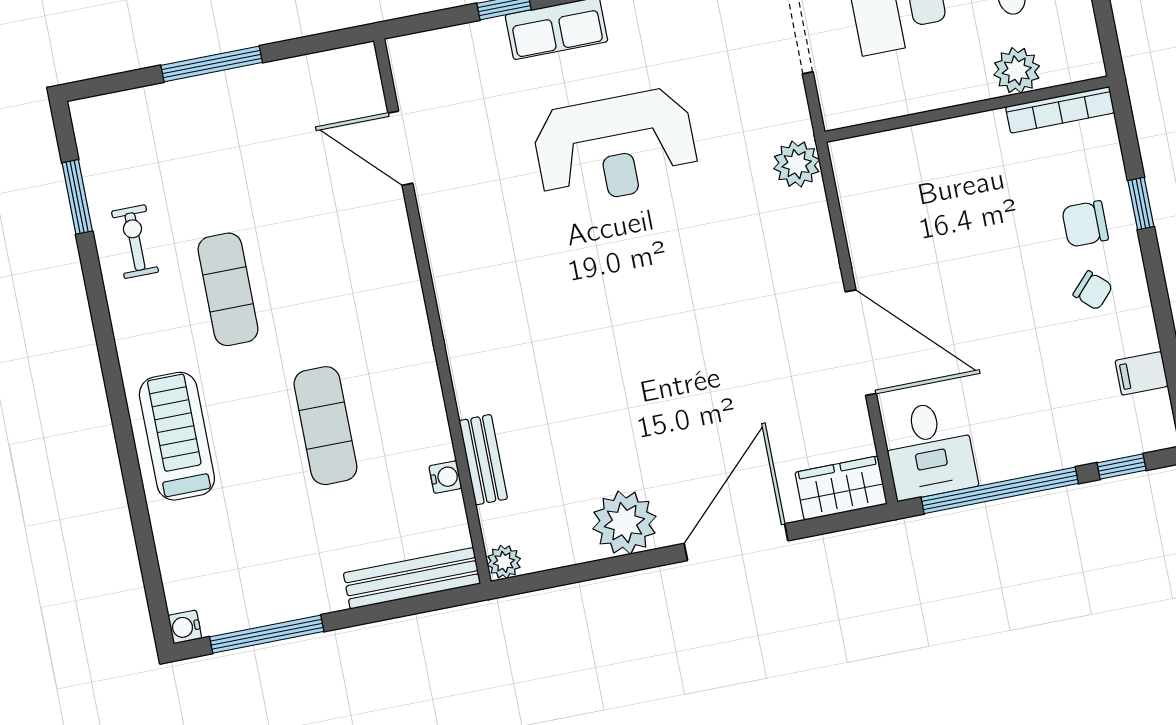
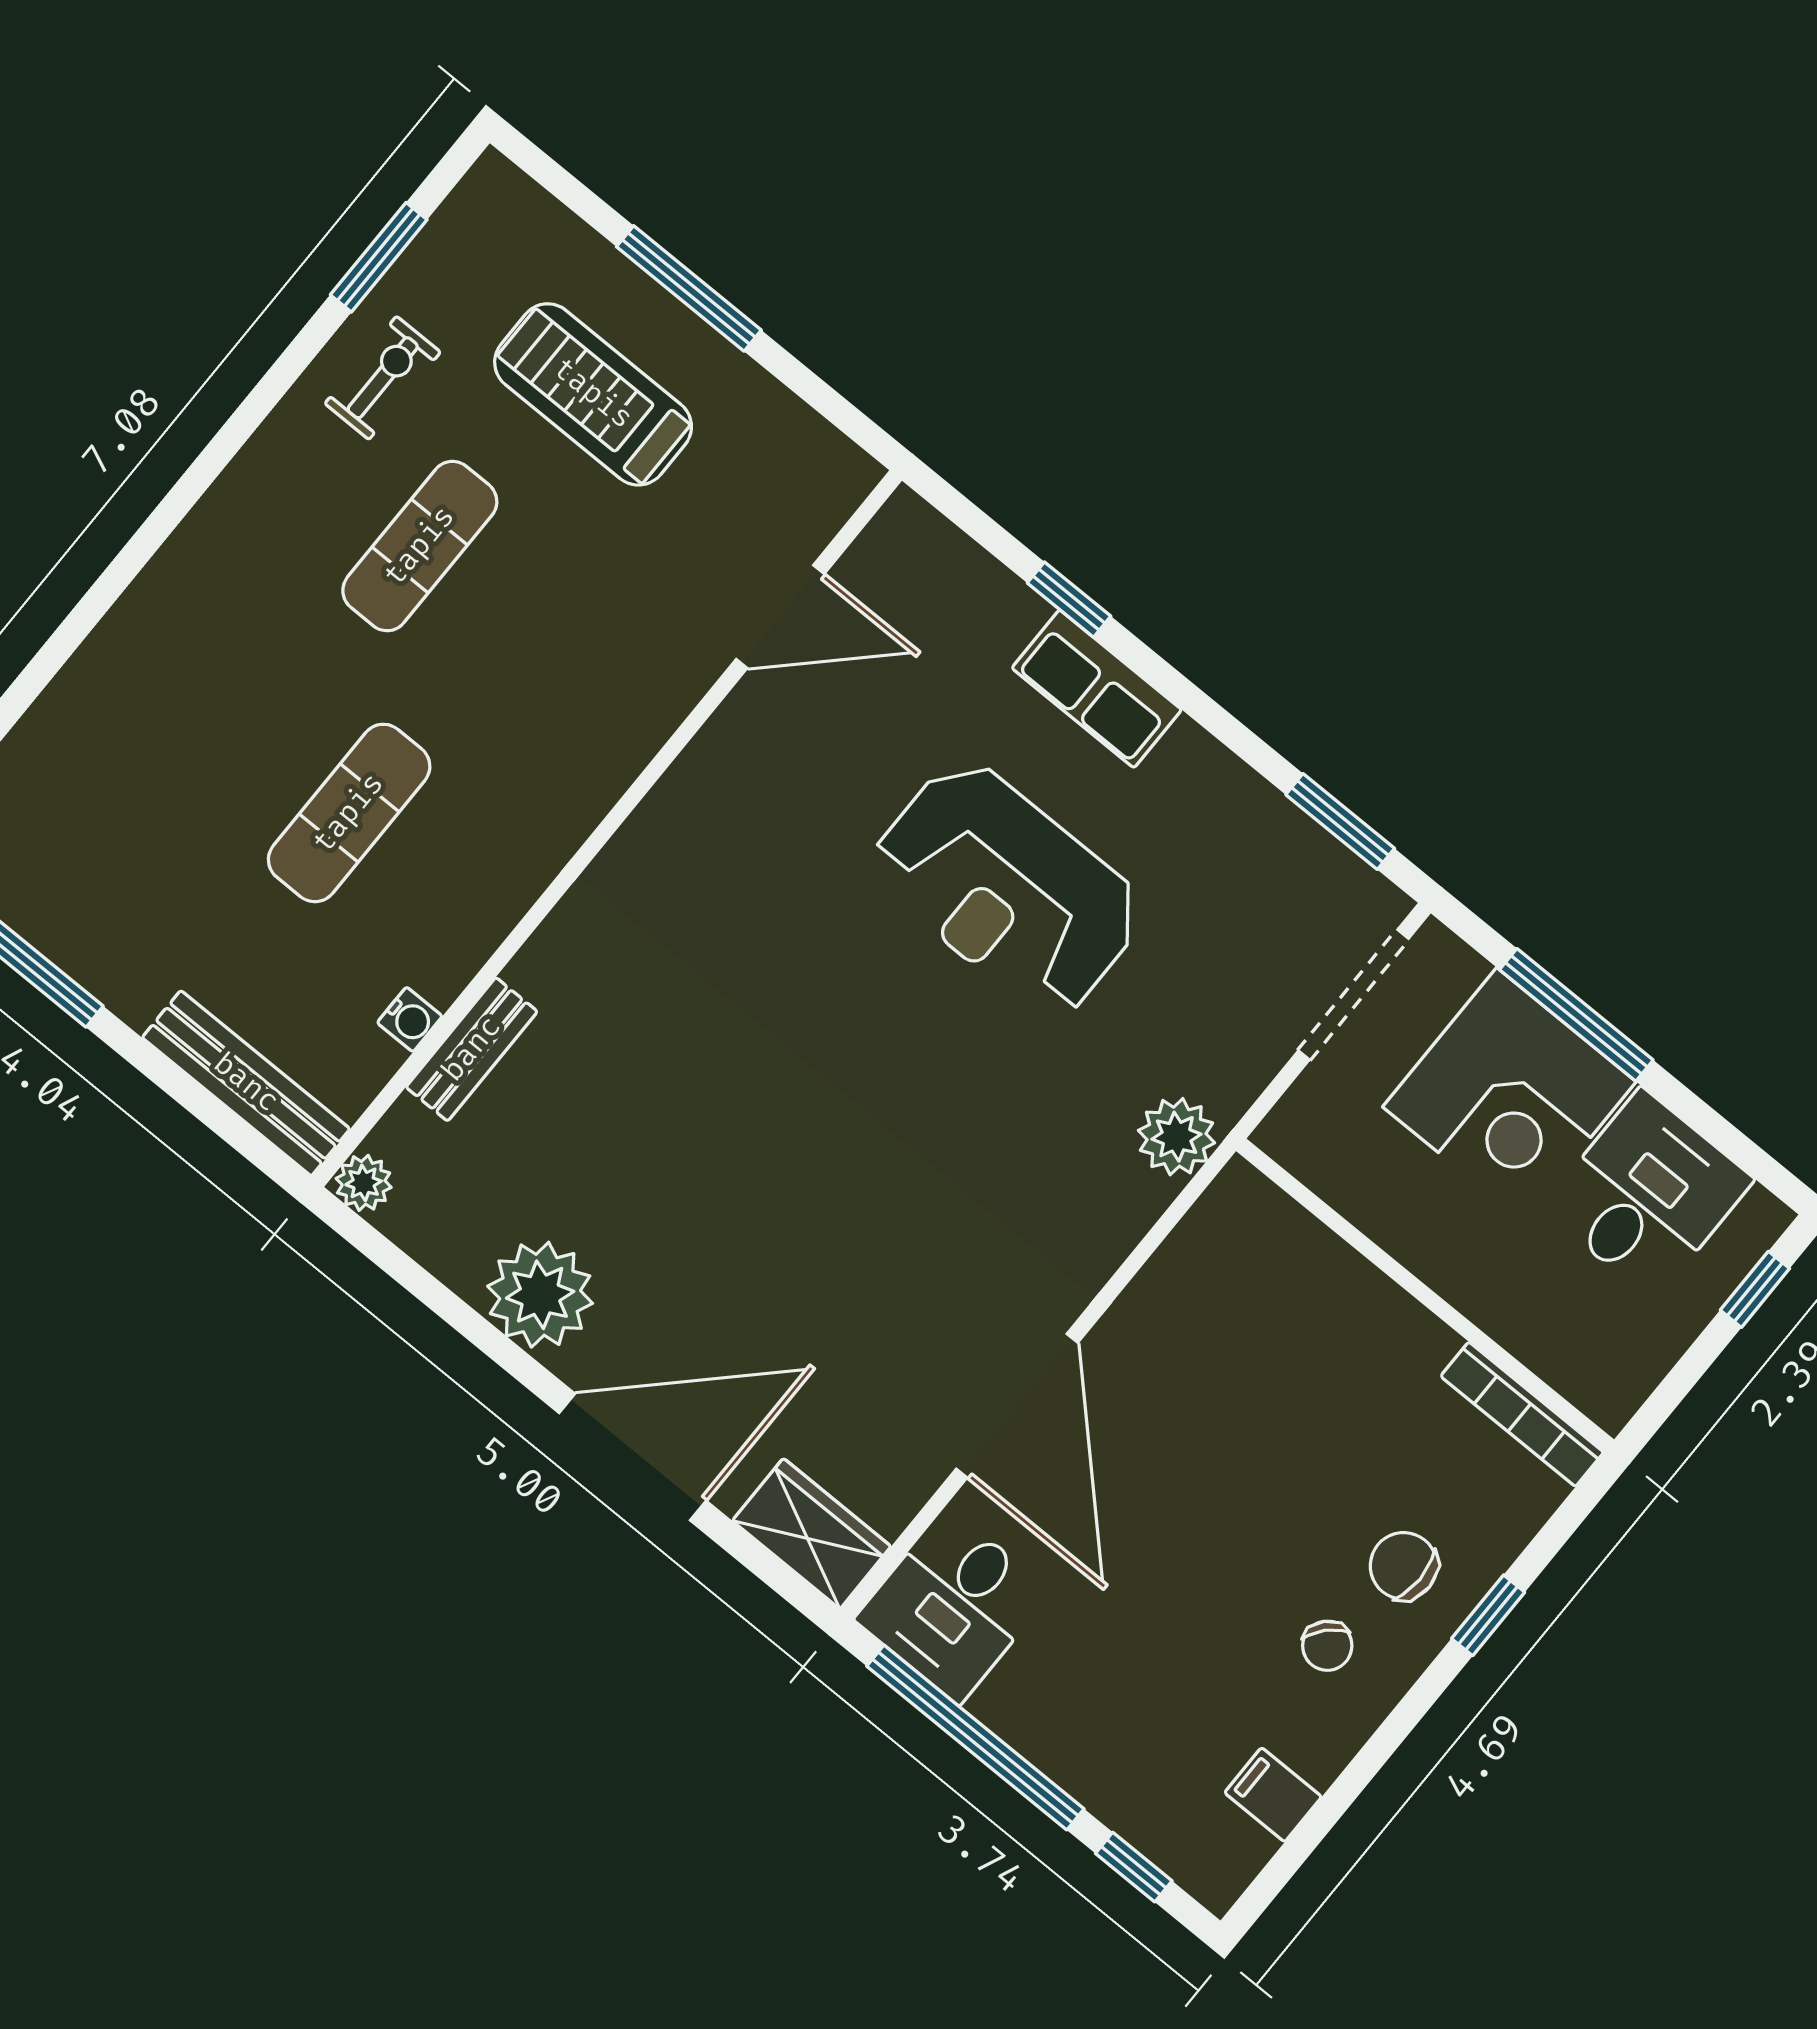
plant: (1017, 70) -> (1527, 1318), removed
door: (400, 148) -> (780, 617), swing flipped
treadmill: (177, 436) -> (593, 394), moved, turned -90

